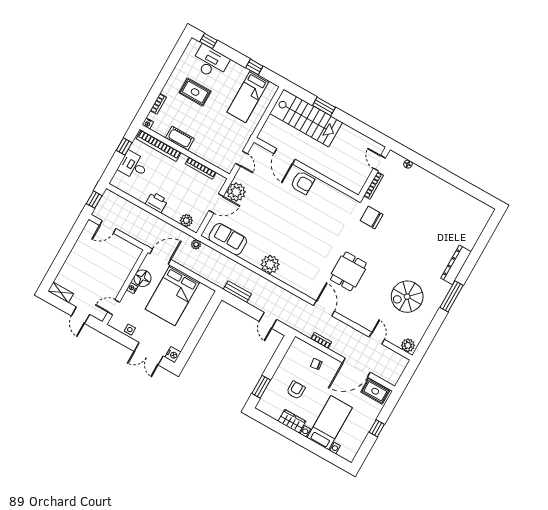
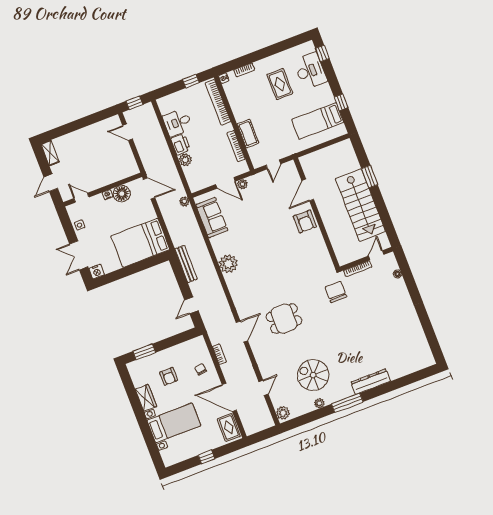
stairs: (306, 118) -> (360, 205), moved
cot: (180, 138) -> (248, 134), moved
desk: (133, 166) -> (178, 122), moved, turned -90
plant: (236, 192) -> (242, 184), width x0.53, depth x0.53
plant: (186, 220) -> (185, 160), moved
bench: (237, 292) -> (186, 264), width x1.36
bed: (172, 295) -> (140, 243), moved
plant: (430, 314) -> (319, 403), added
armchair: (296, 390) -> (169, 376), turned 90

